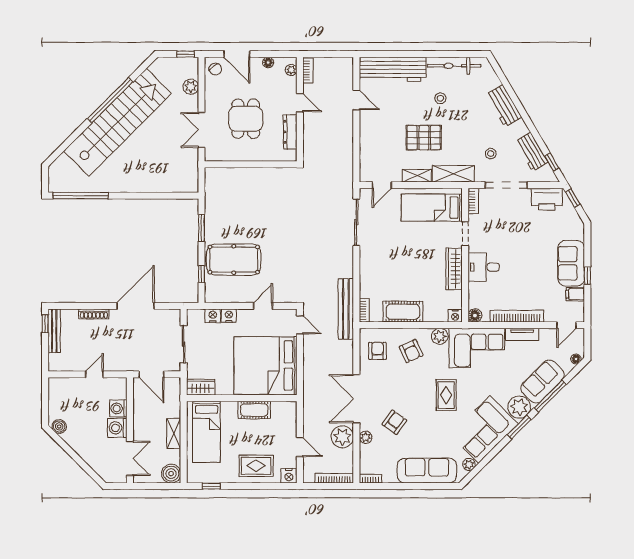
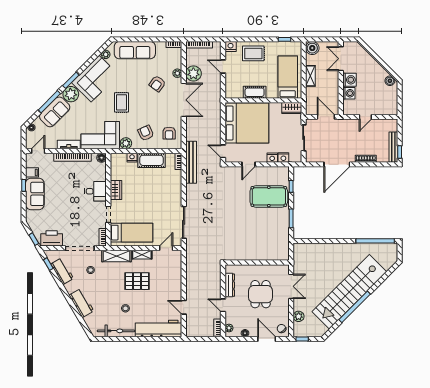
wardrobe: (454, 269) -> (116, 190), width x0.67
nightstand: (455, 316) -> (132, 158), moved

